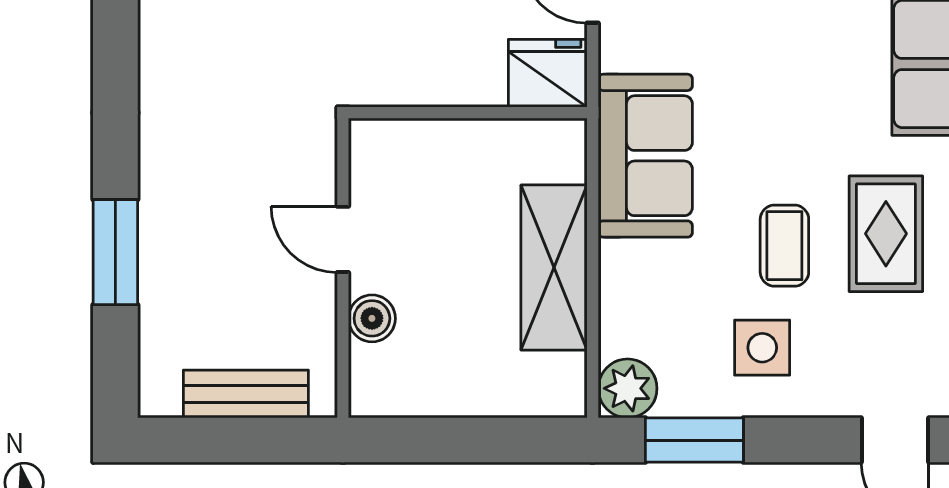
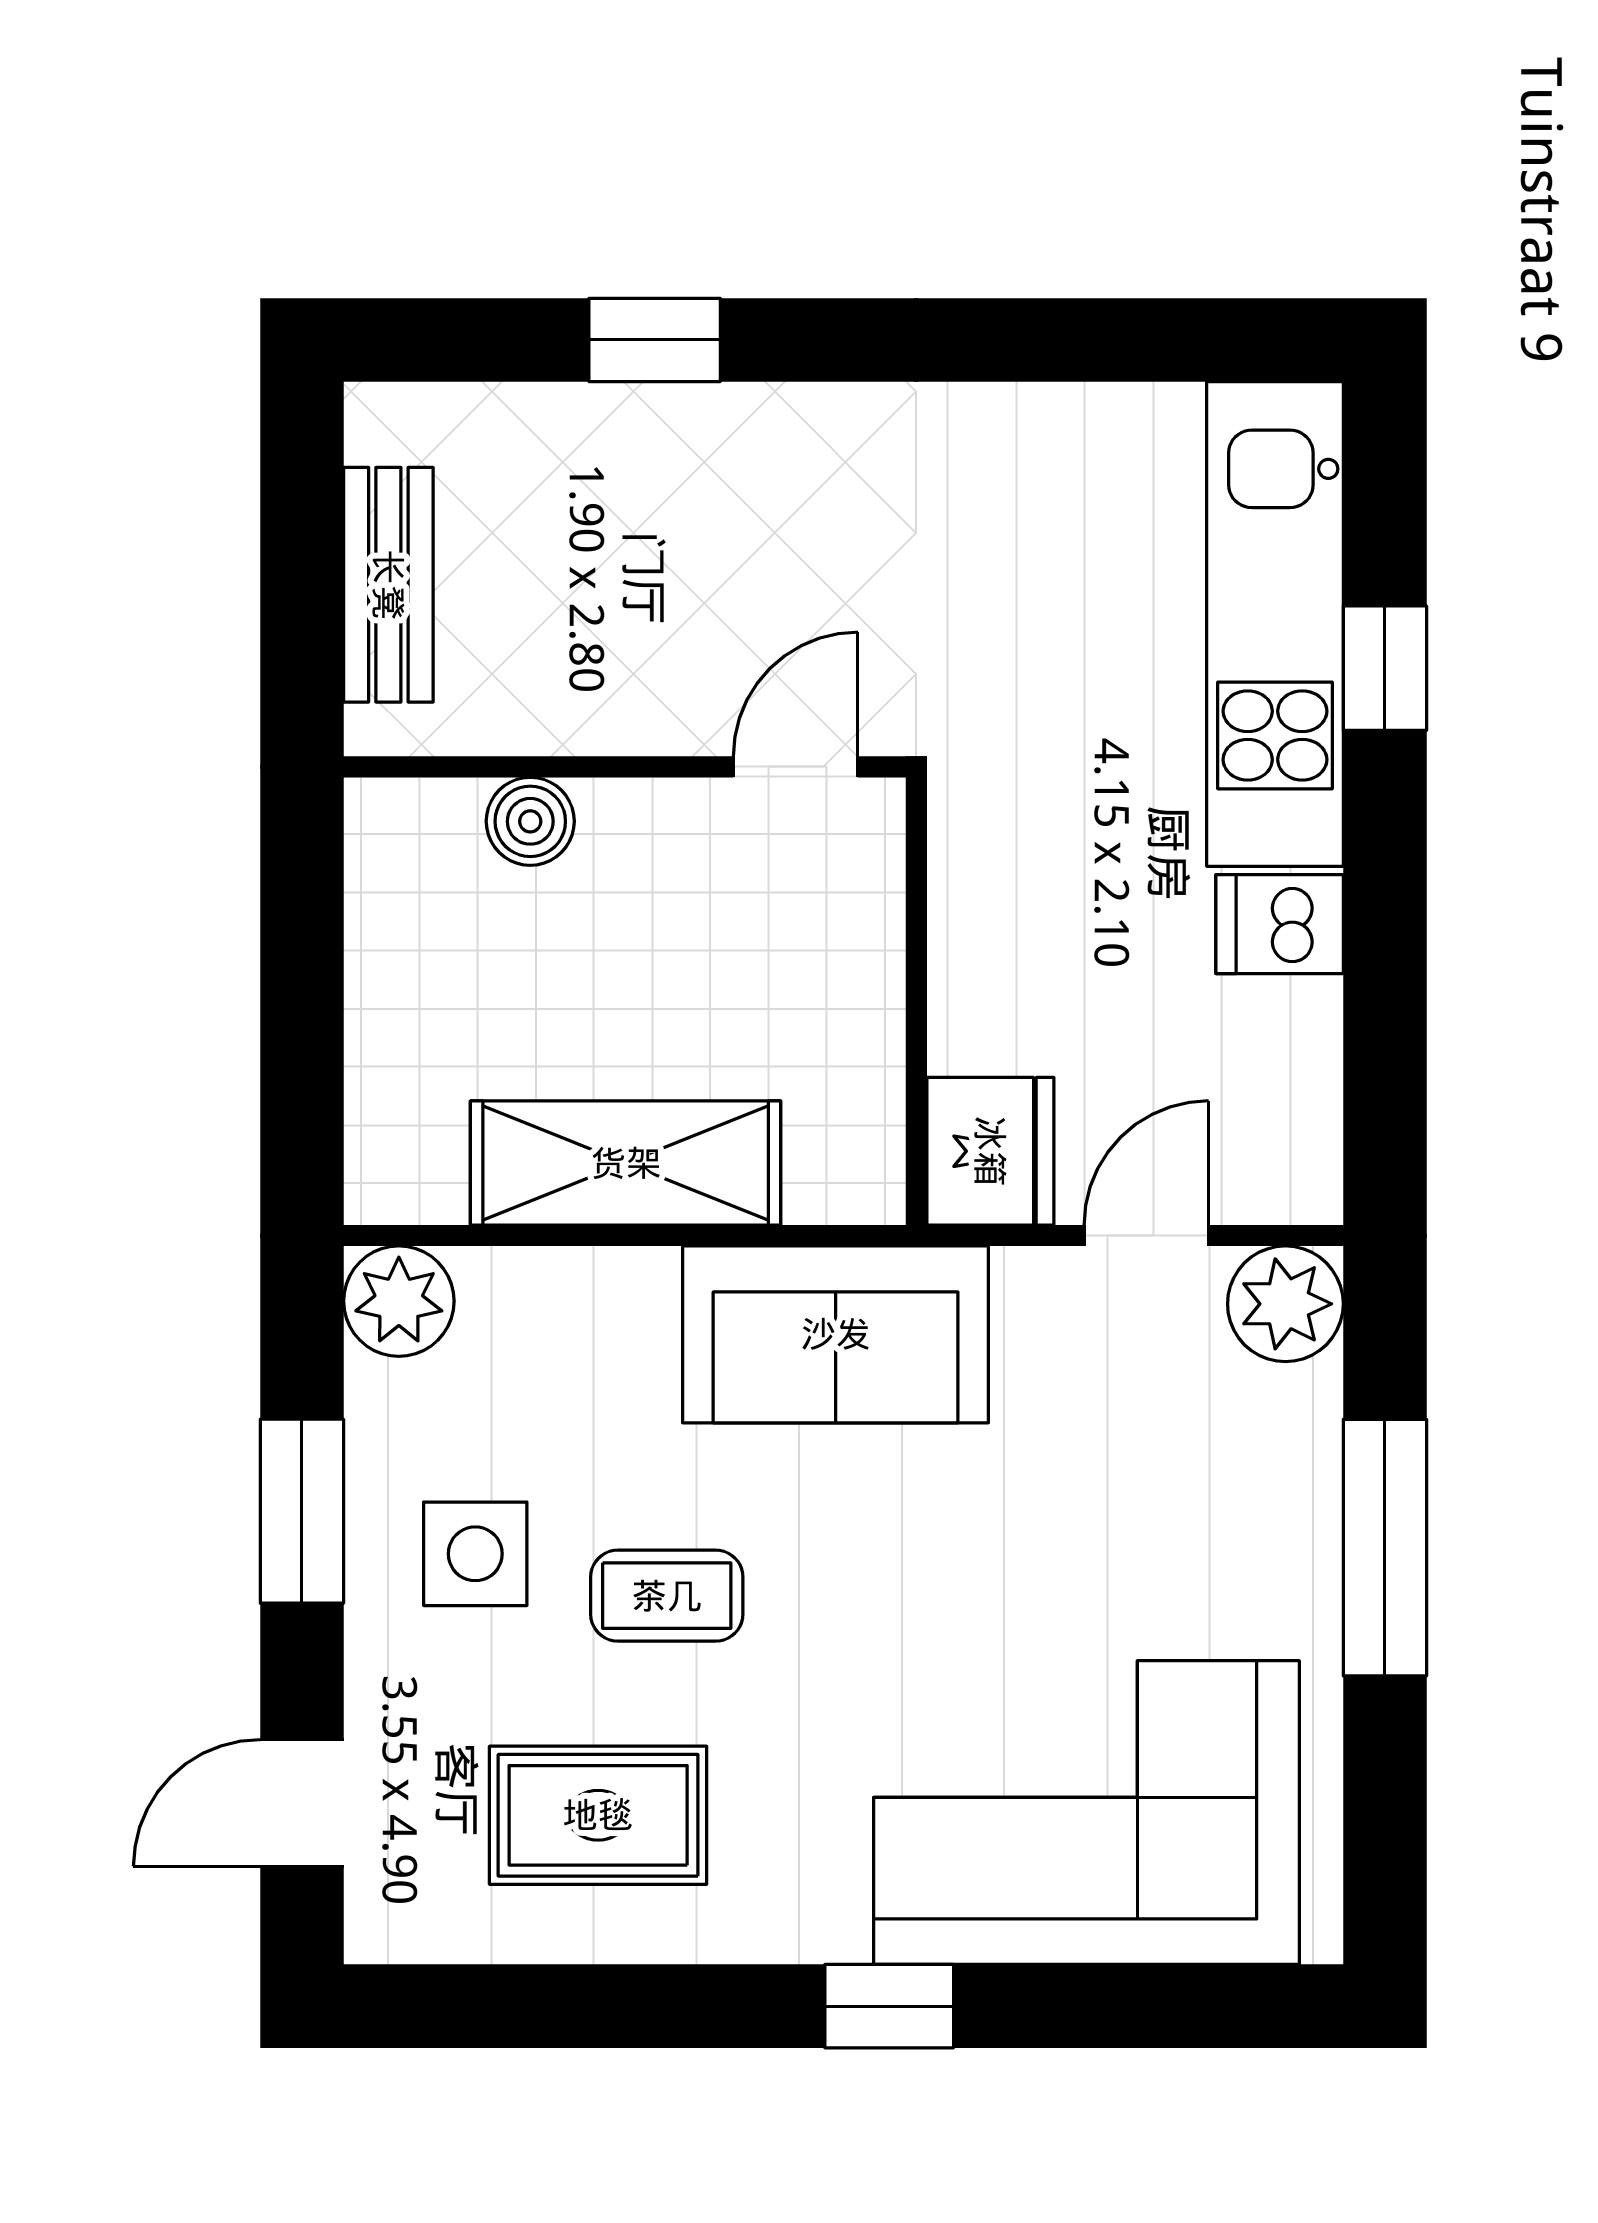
rug: (886, 234) -> (598, 1815), moved
door: (343, 239) -> (796, 767), moved
window: (115, 252) -> (655, 340), width x0.67
window: (694, 440) -> (302, 1511), moved

